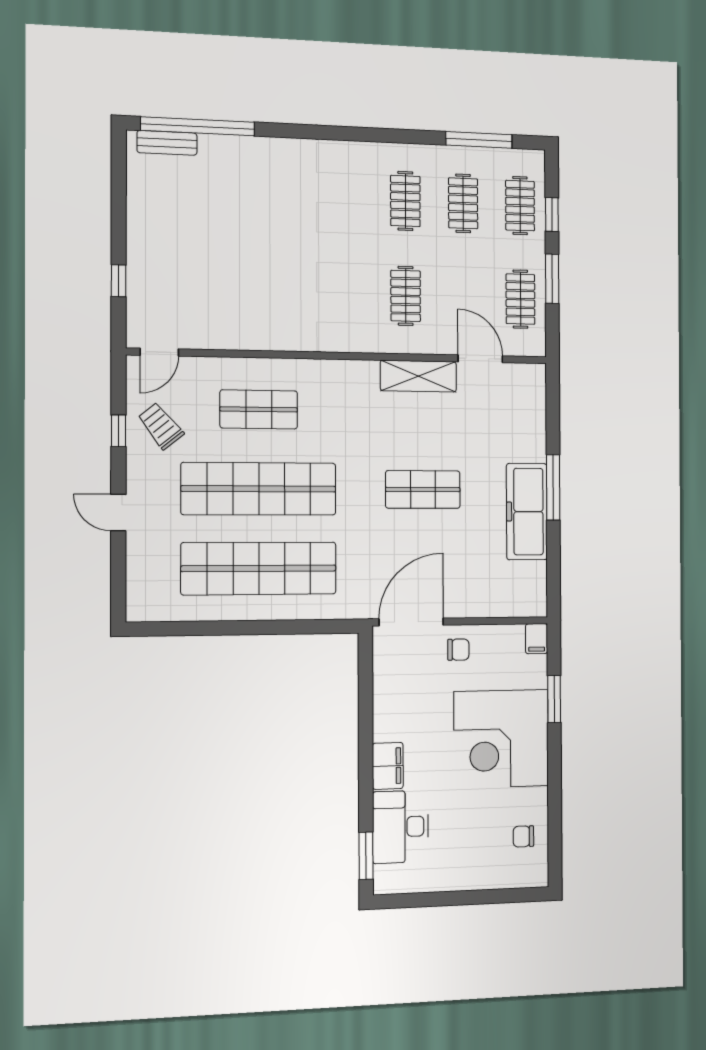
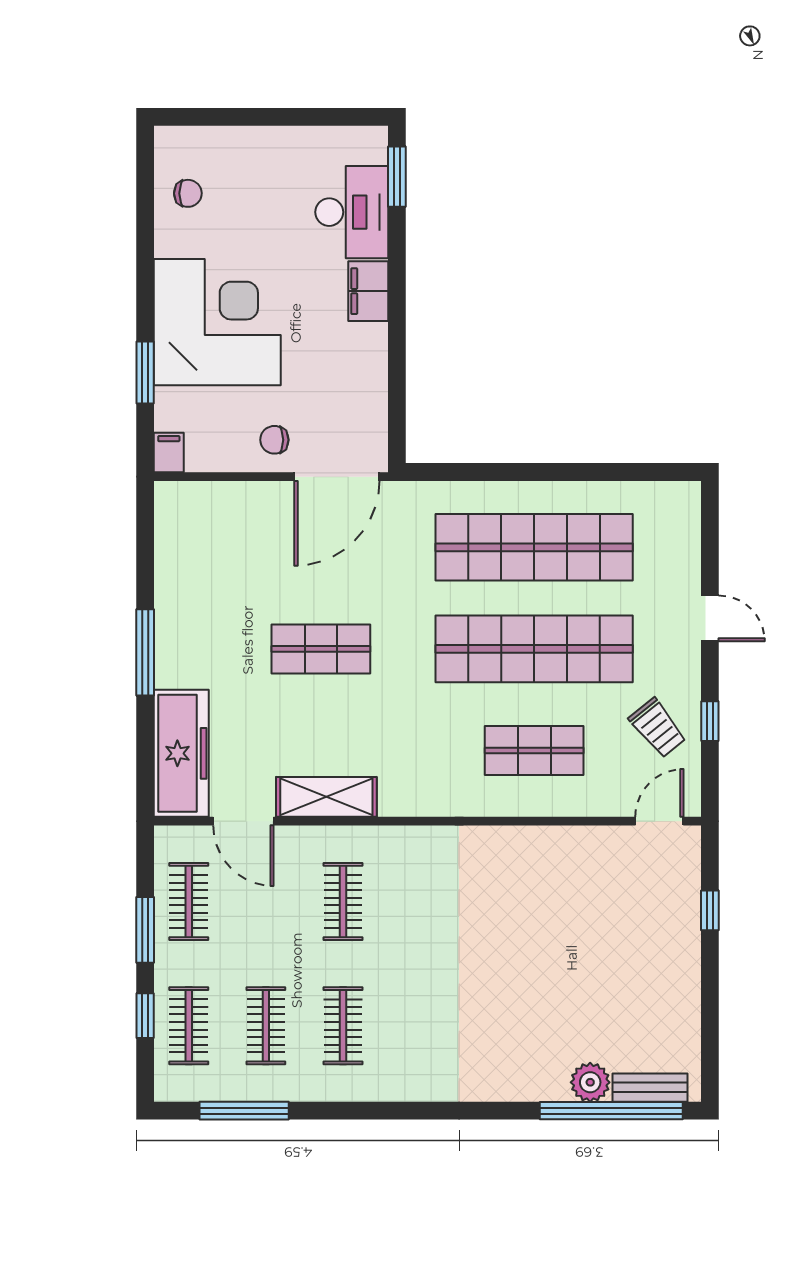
plant: (214, 149) -> (590, 1082), added
freezer: (527, 512) -> (181, 753), moved

